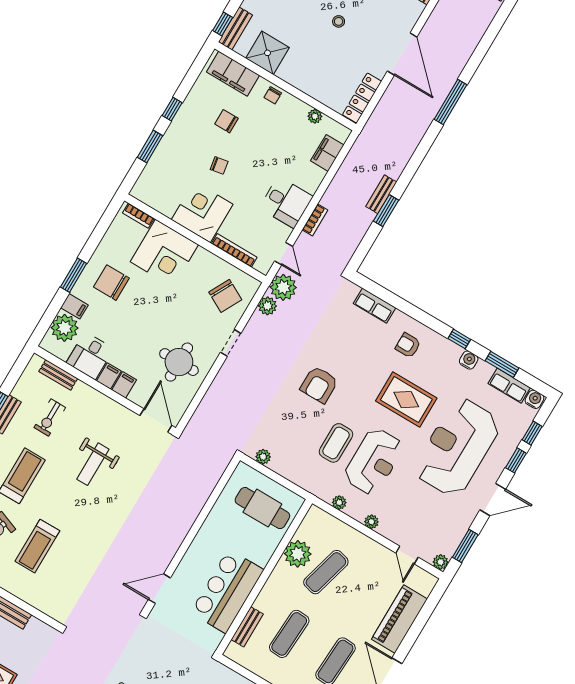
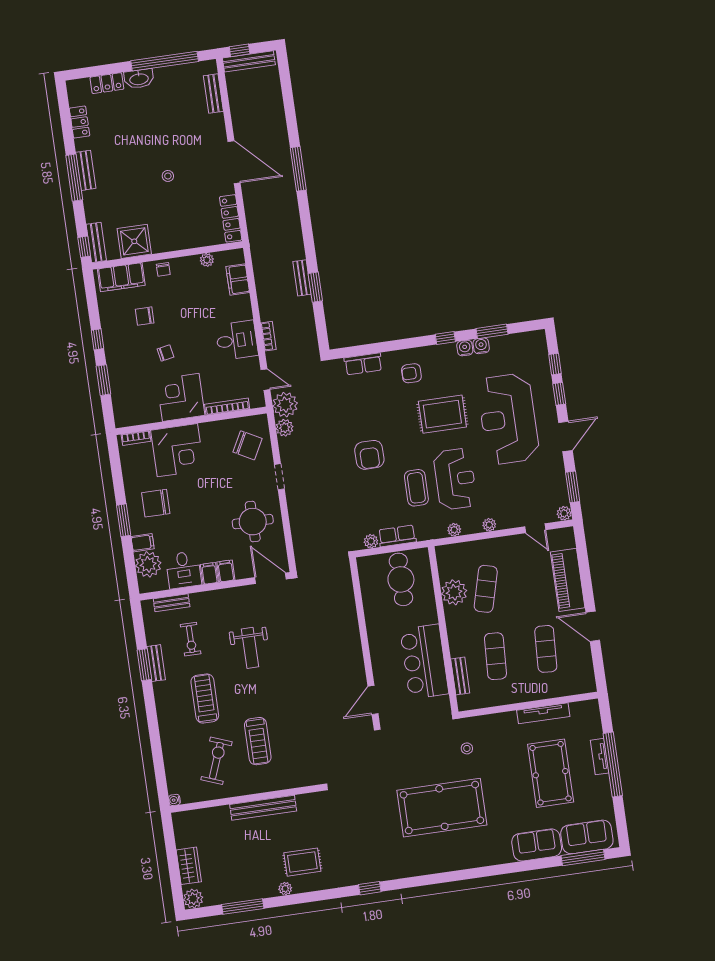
row of seats: (509, 386) -> (397, 536), moved, turned 180
water cooler: (534, 399) -> (481, 346), moved
cafe table: (262, 508) -> (401, 579), turned 90

